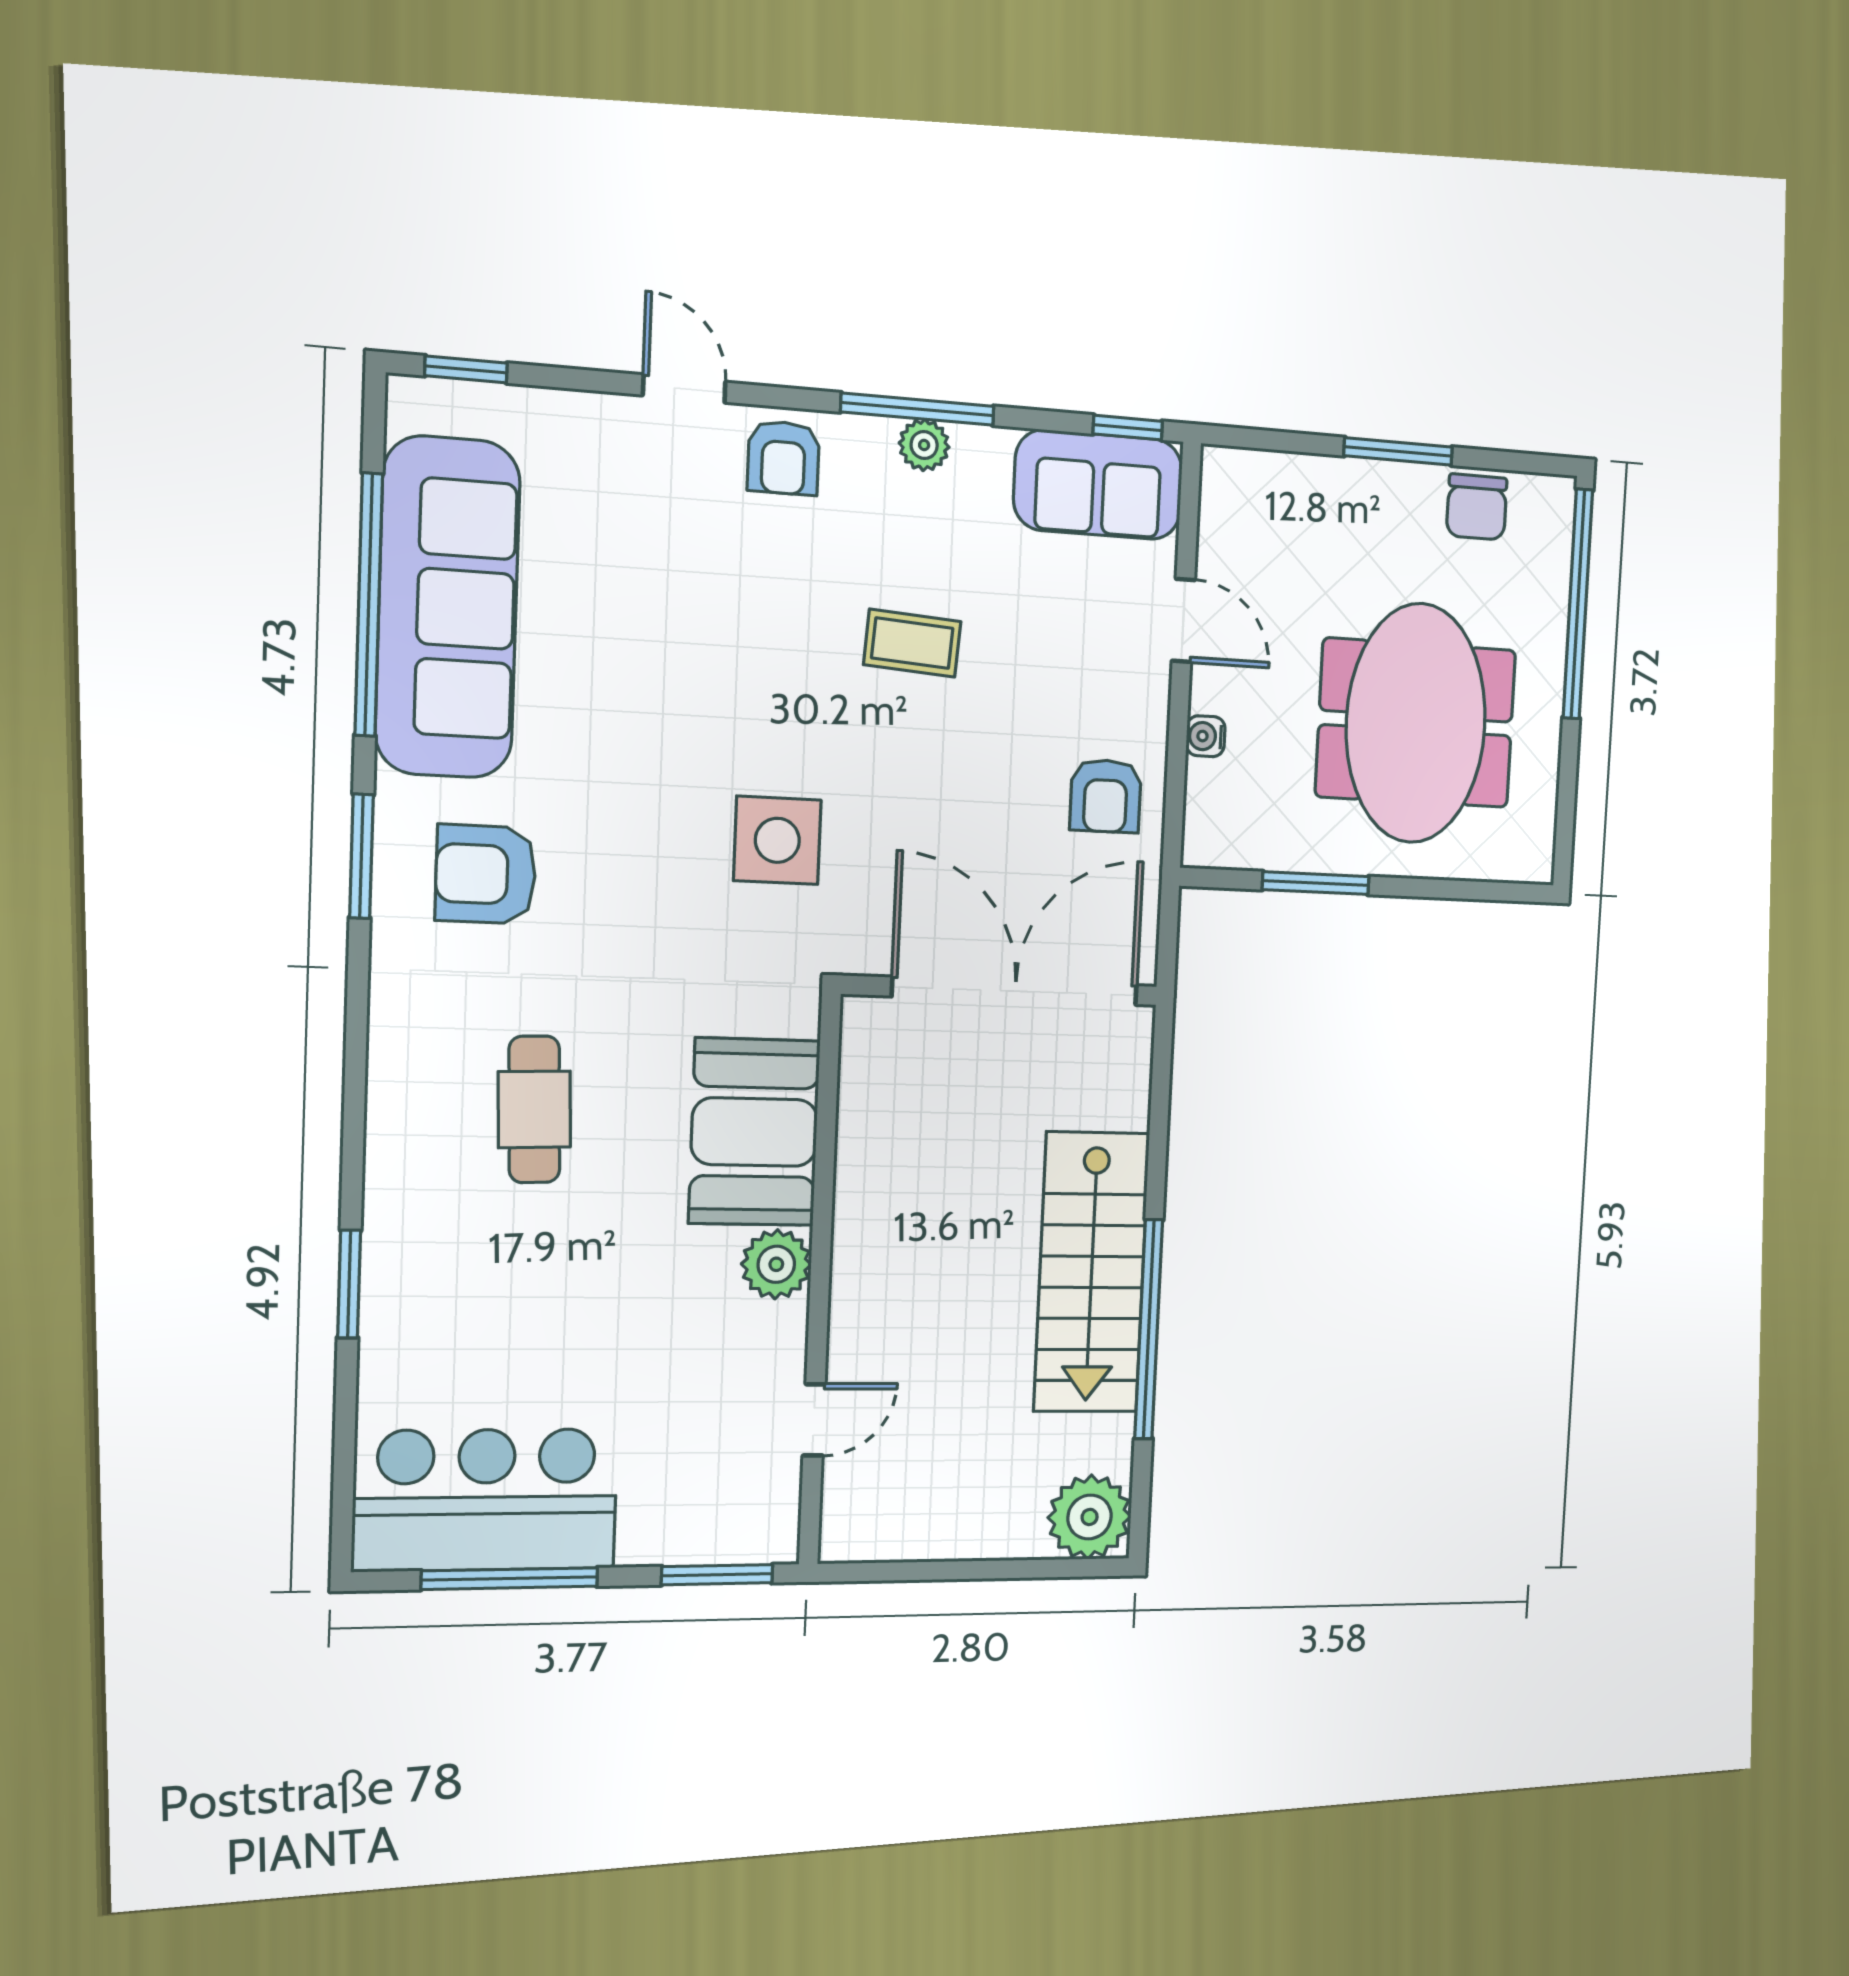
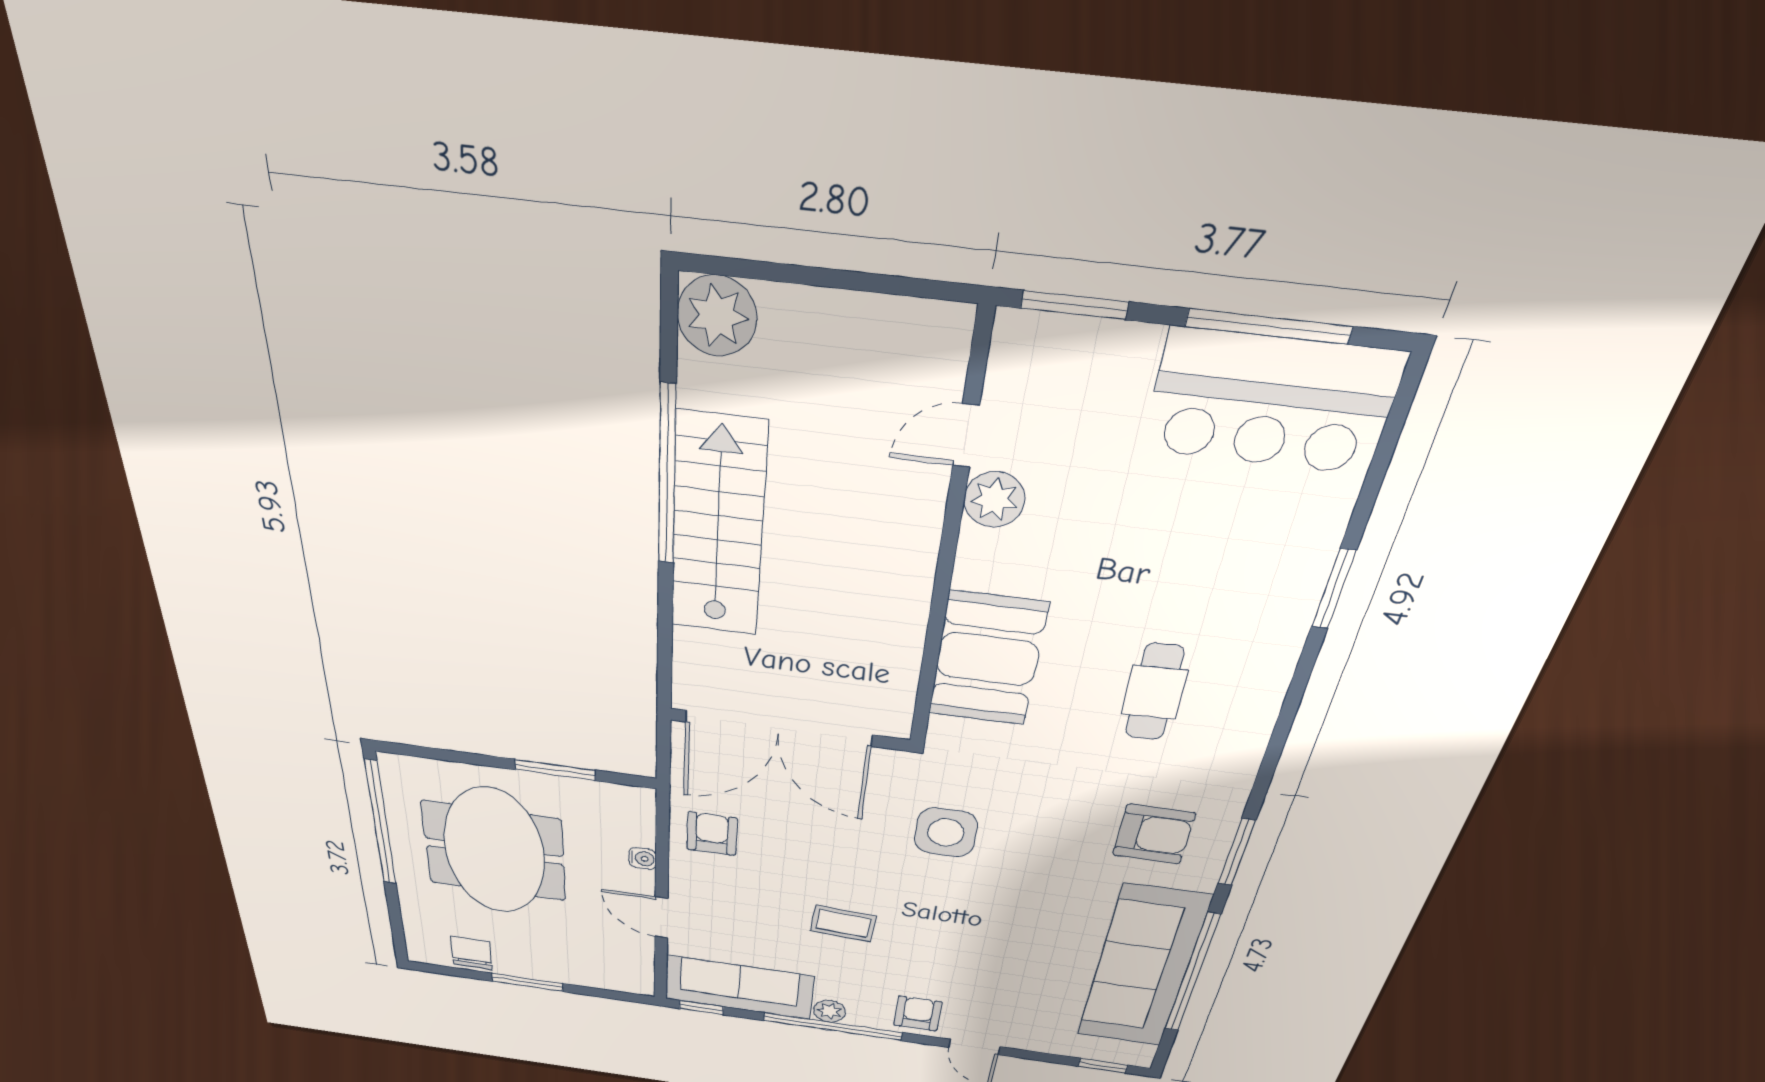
window: (917, 409) -> (833, 1027), width x1.46
sofa: (1098, 485) -> (739, 987), width x1.36
window: (1578, 604) -> (381, 823), moved
plant: (776, 1264) -> (994, 499), moved

